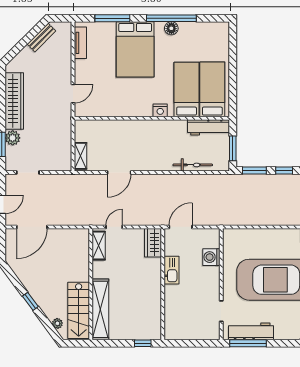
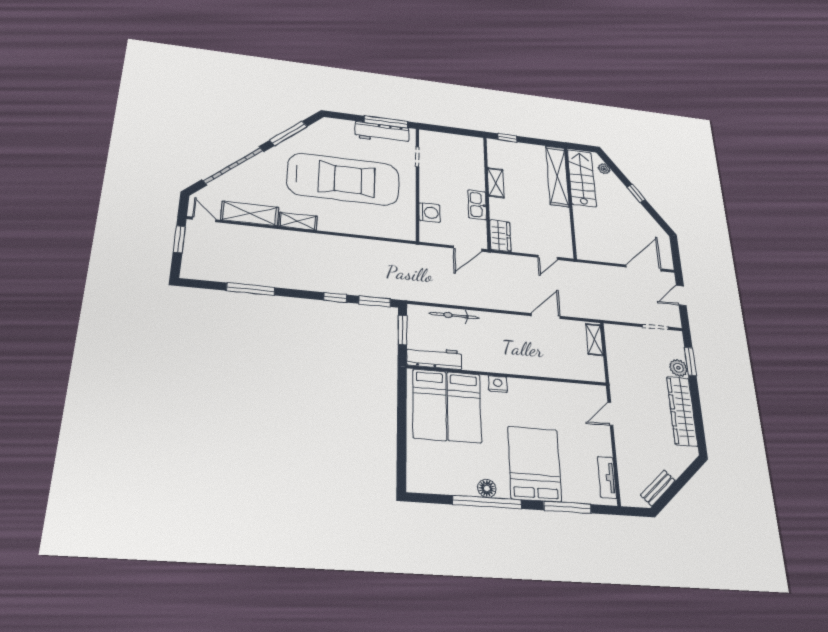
shelving: (99, 246) -> (496, 183), moved

